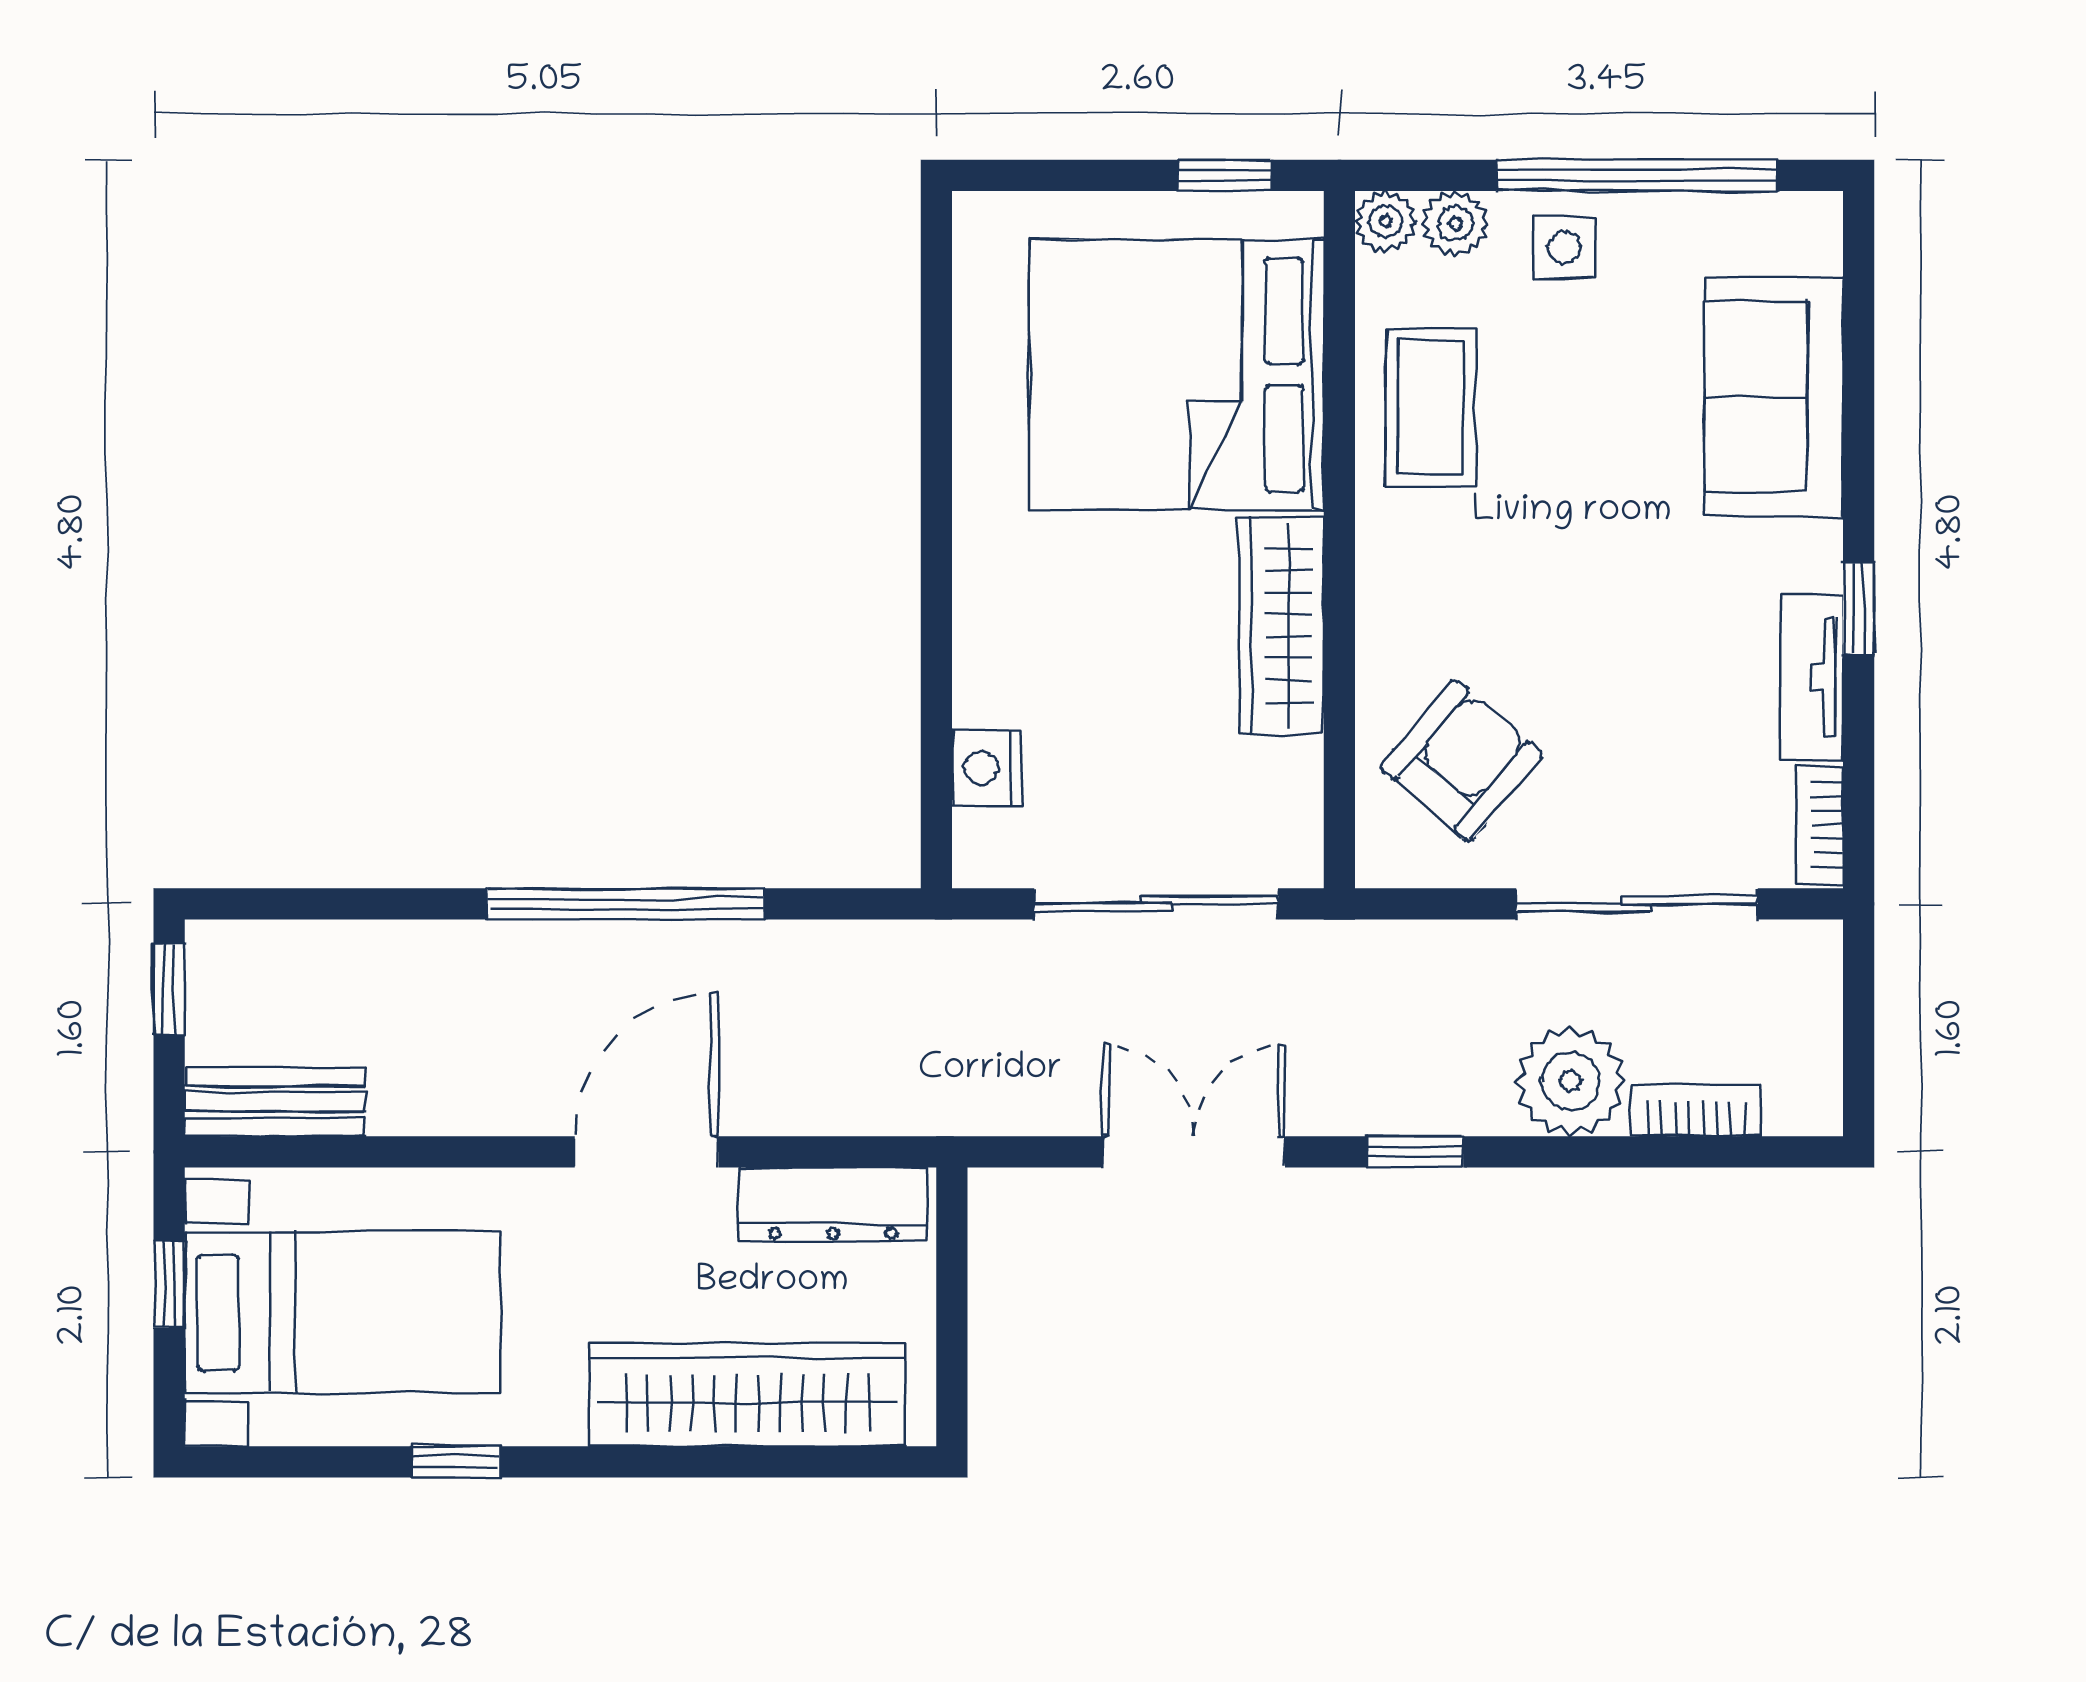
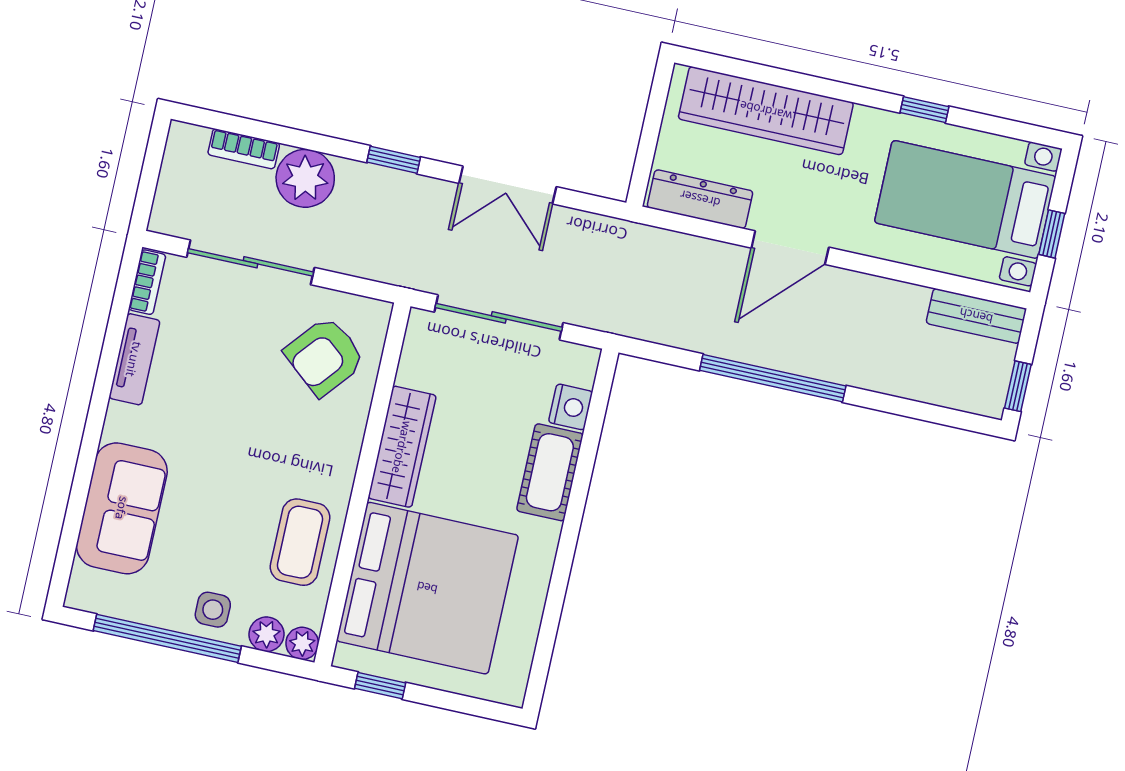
window: (1859, 609) -> (102, 389), removed
cot: (998, 639) -> (550, 472), added

